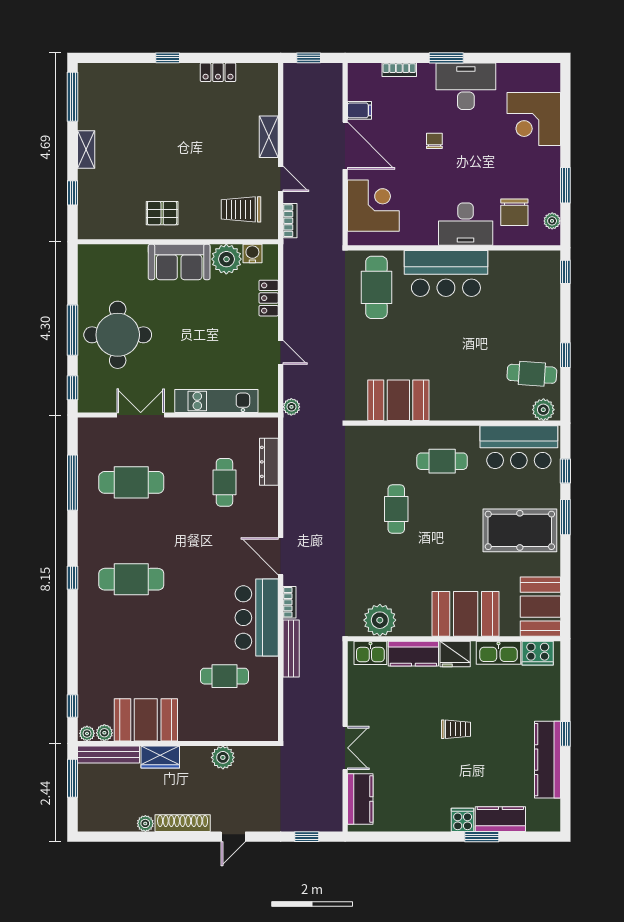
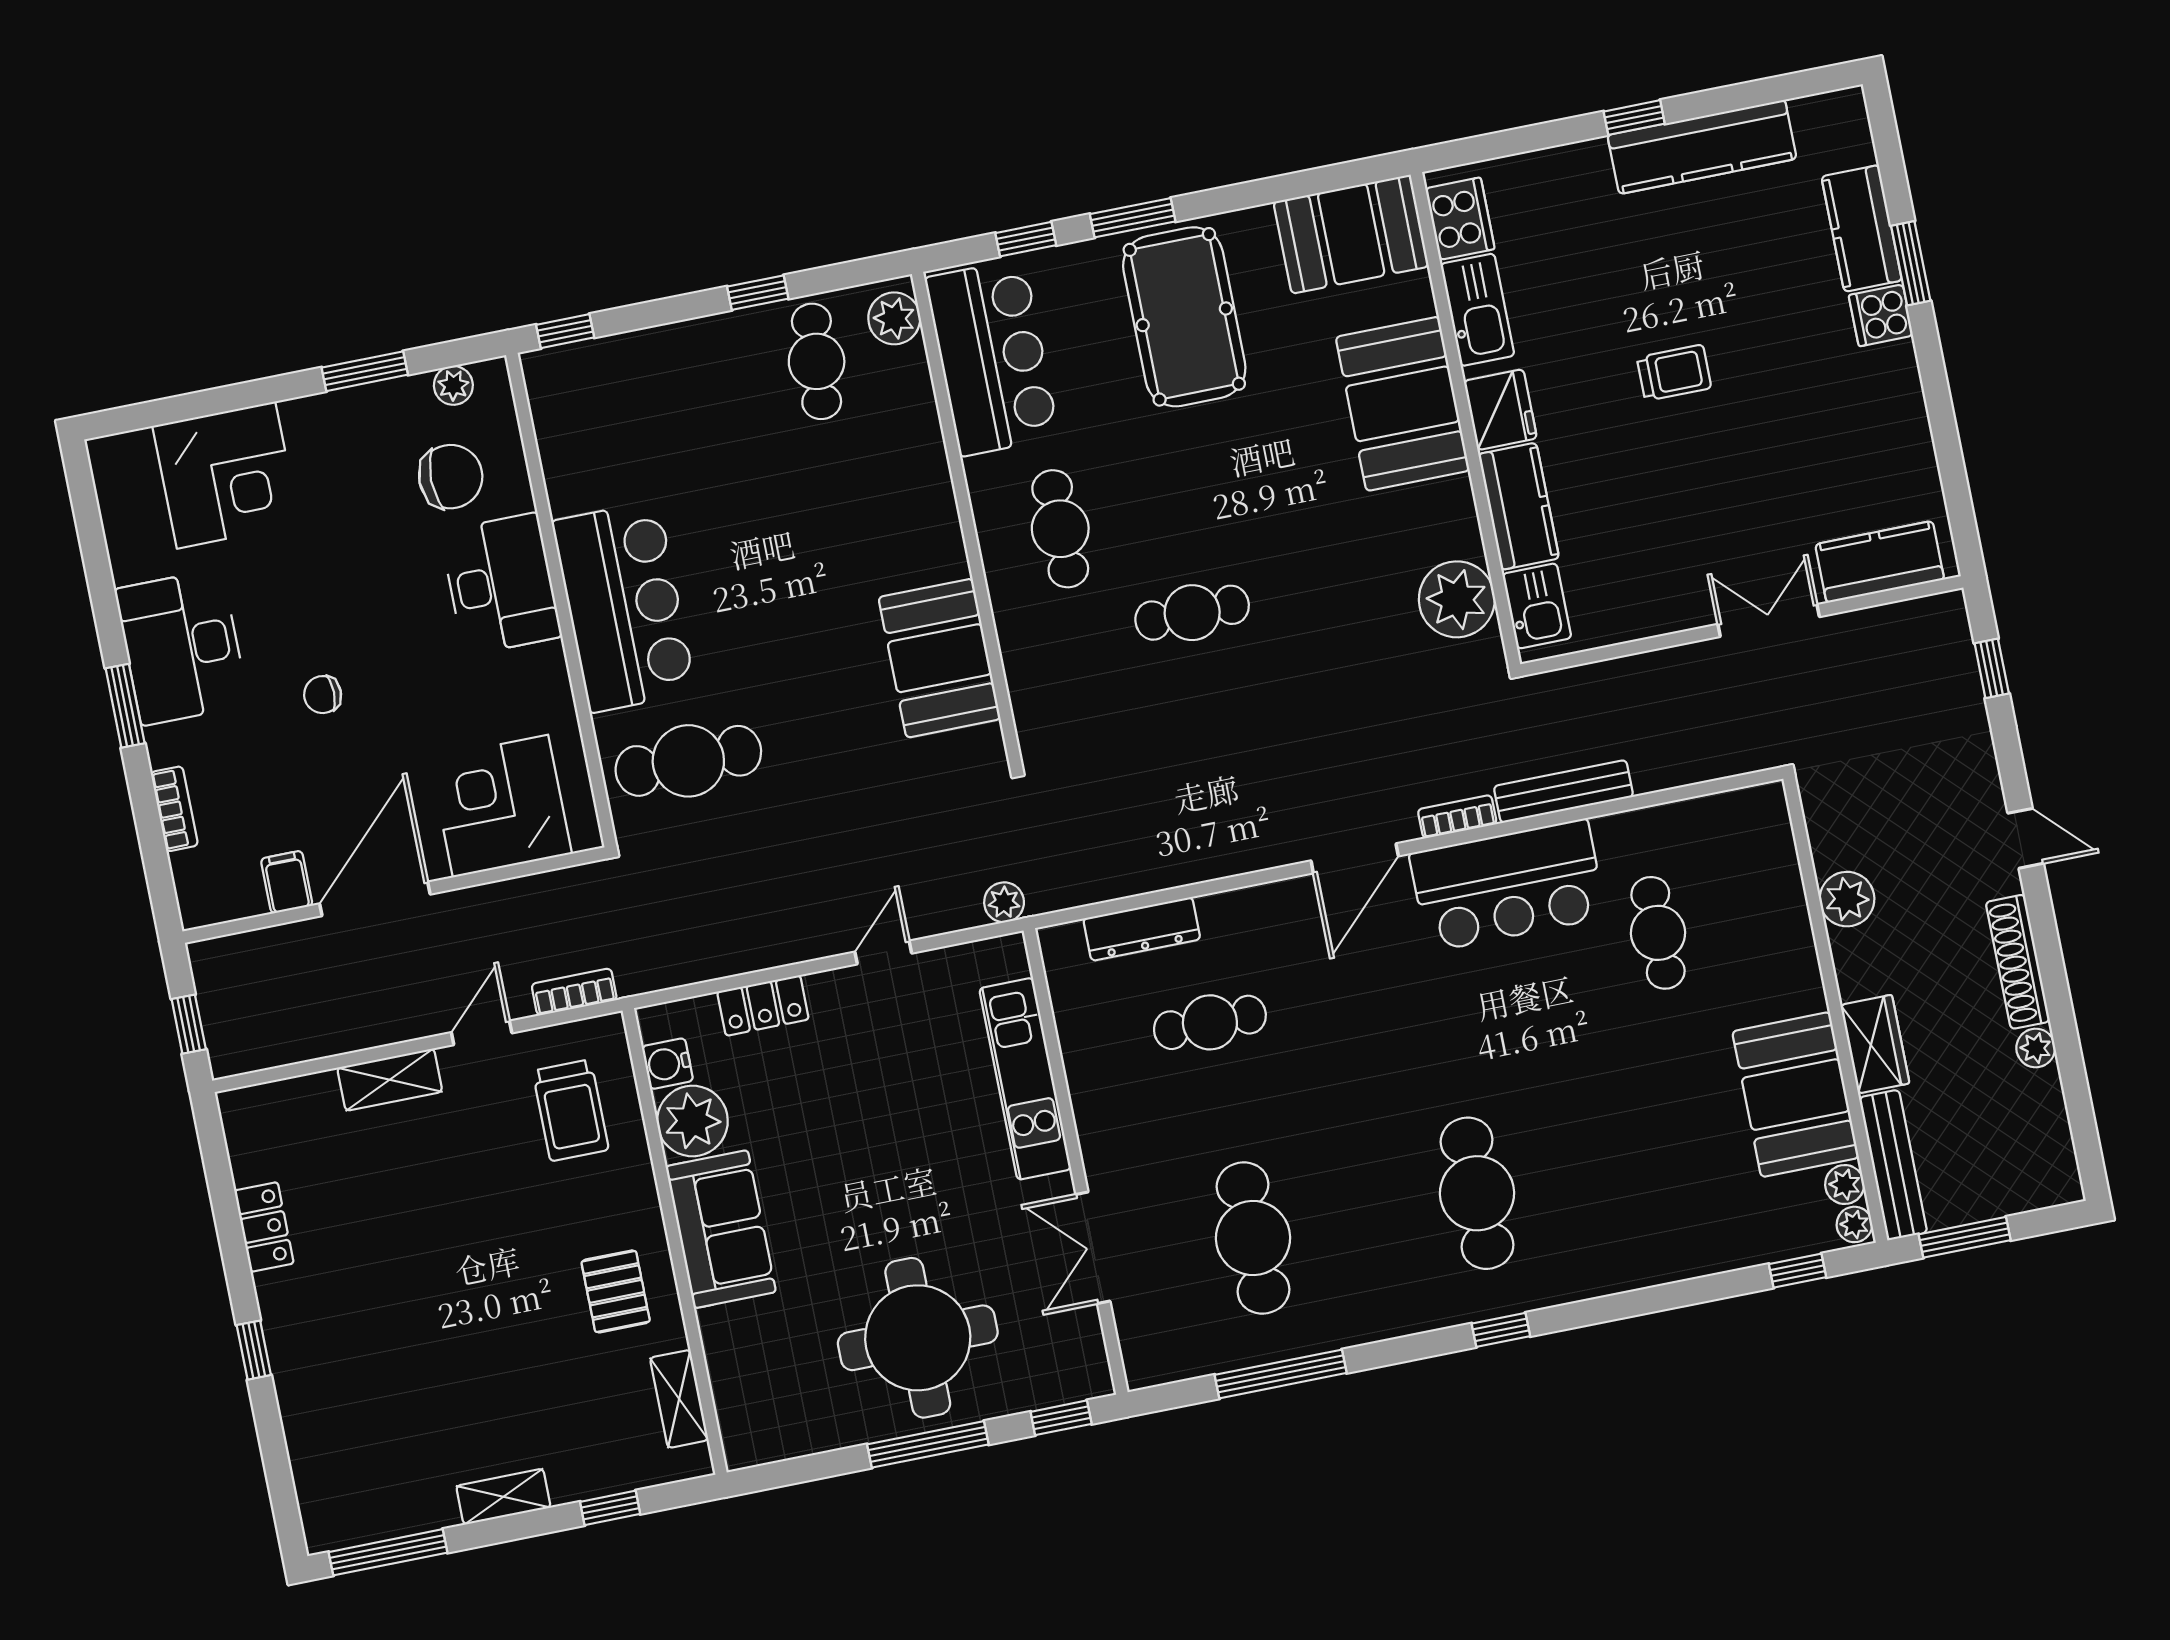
shelving: (112, 231) -> (679, 1399), added
trolley: (456, 729) -> (1674, 373), turned 90

